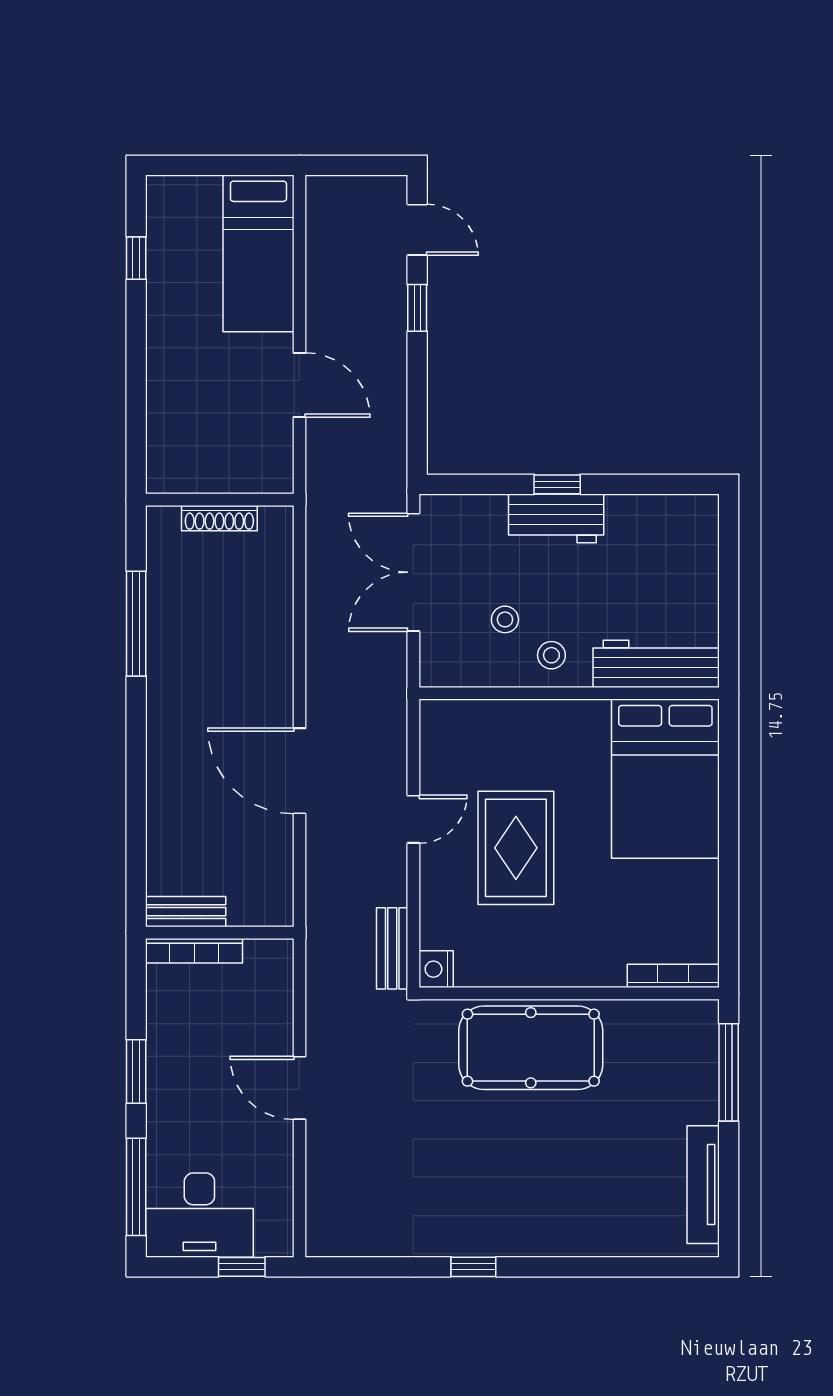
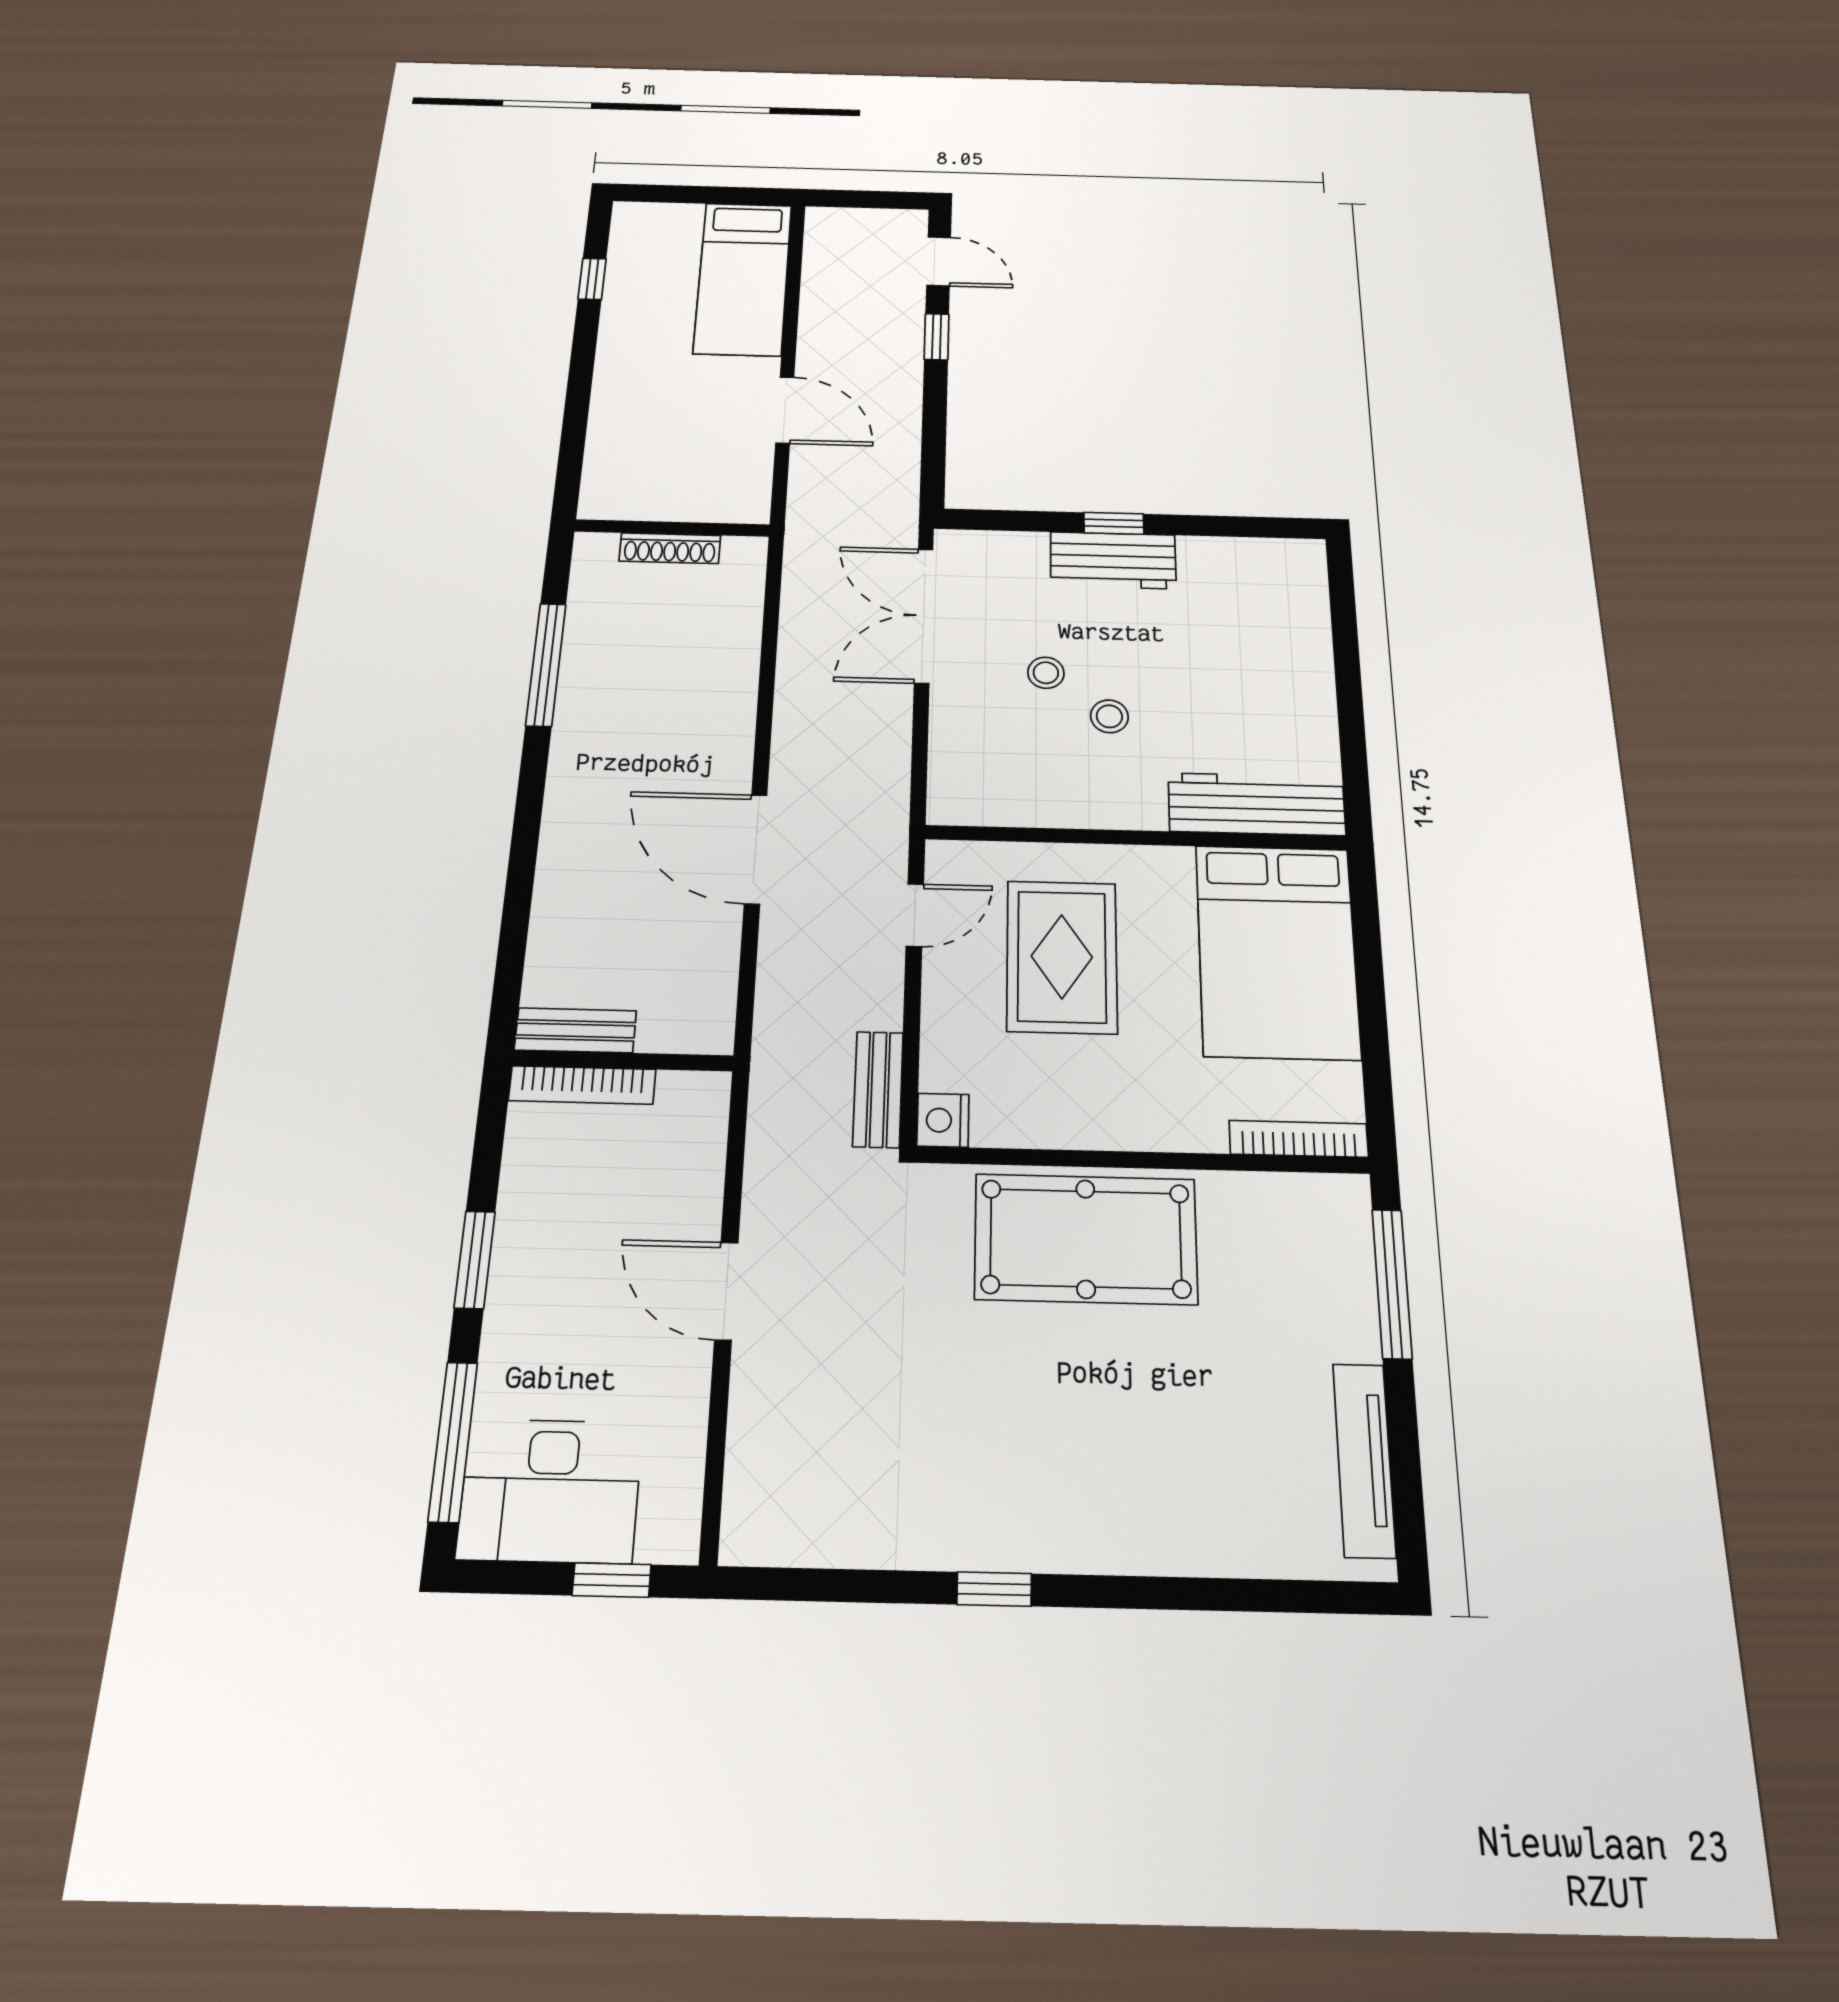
workbench: (656, 664) -> (1257, 804), moved
wall: (569, 693) -> (1136, 838), moved
bed: (665, 779) -> (1277, 951), moved

